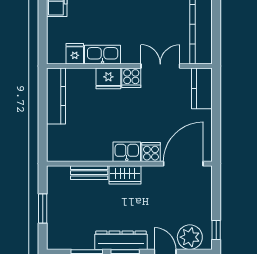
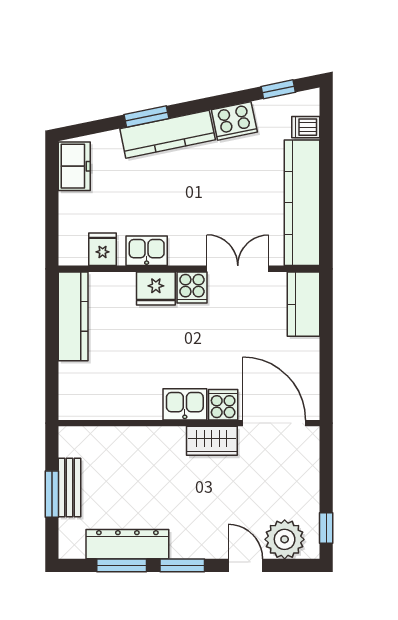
kitchen sink: (103, 55) -> (147, 251), width x0.73
door: (183, 164) -> (274, 423), hinge flipped
bench: (89, 173) -> (70, 487), moved, turned 90
wardrobe: (125, 175) -> (212, 441), moved
dresser: (121, 240) -> (127, 544), moved

